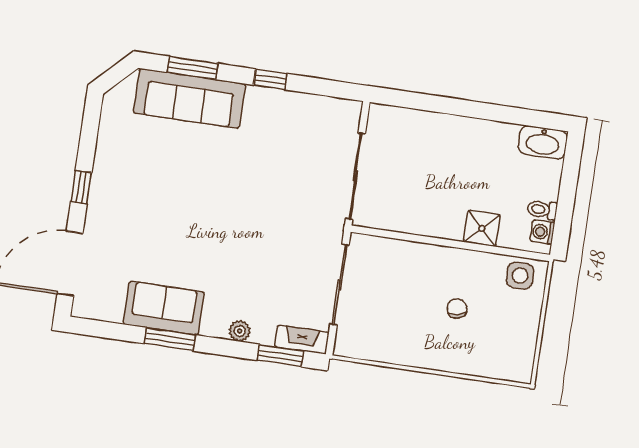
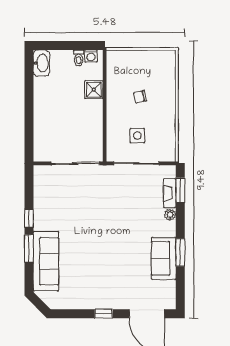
window: (192, 68) -> (29, 248), moved
side table: (520, 276) -> (137, 136), moved
fireplace: (302, 340) -> (170, 193), moved

